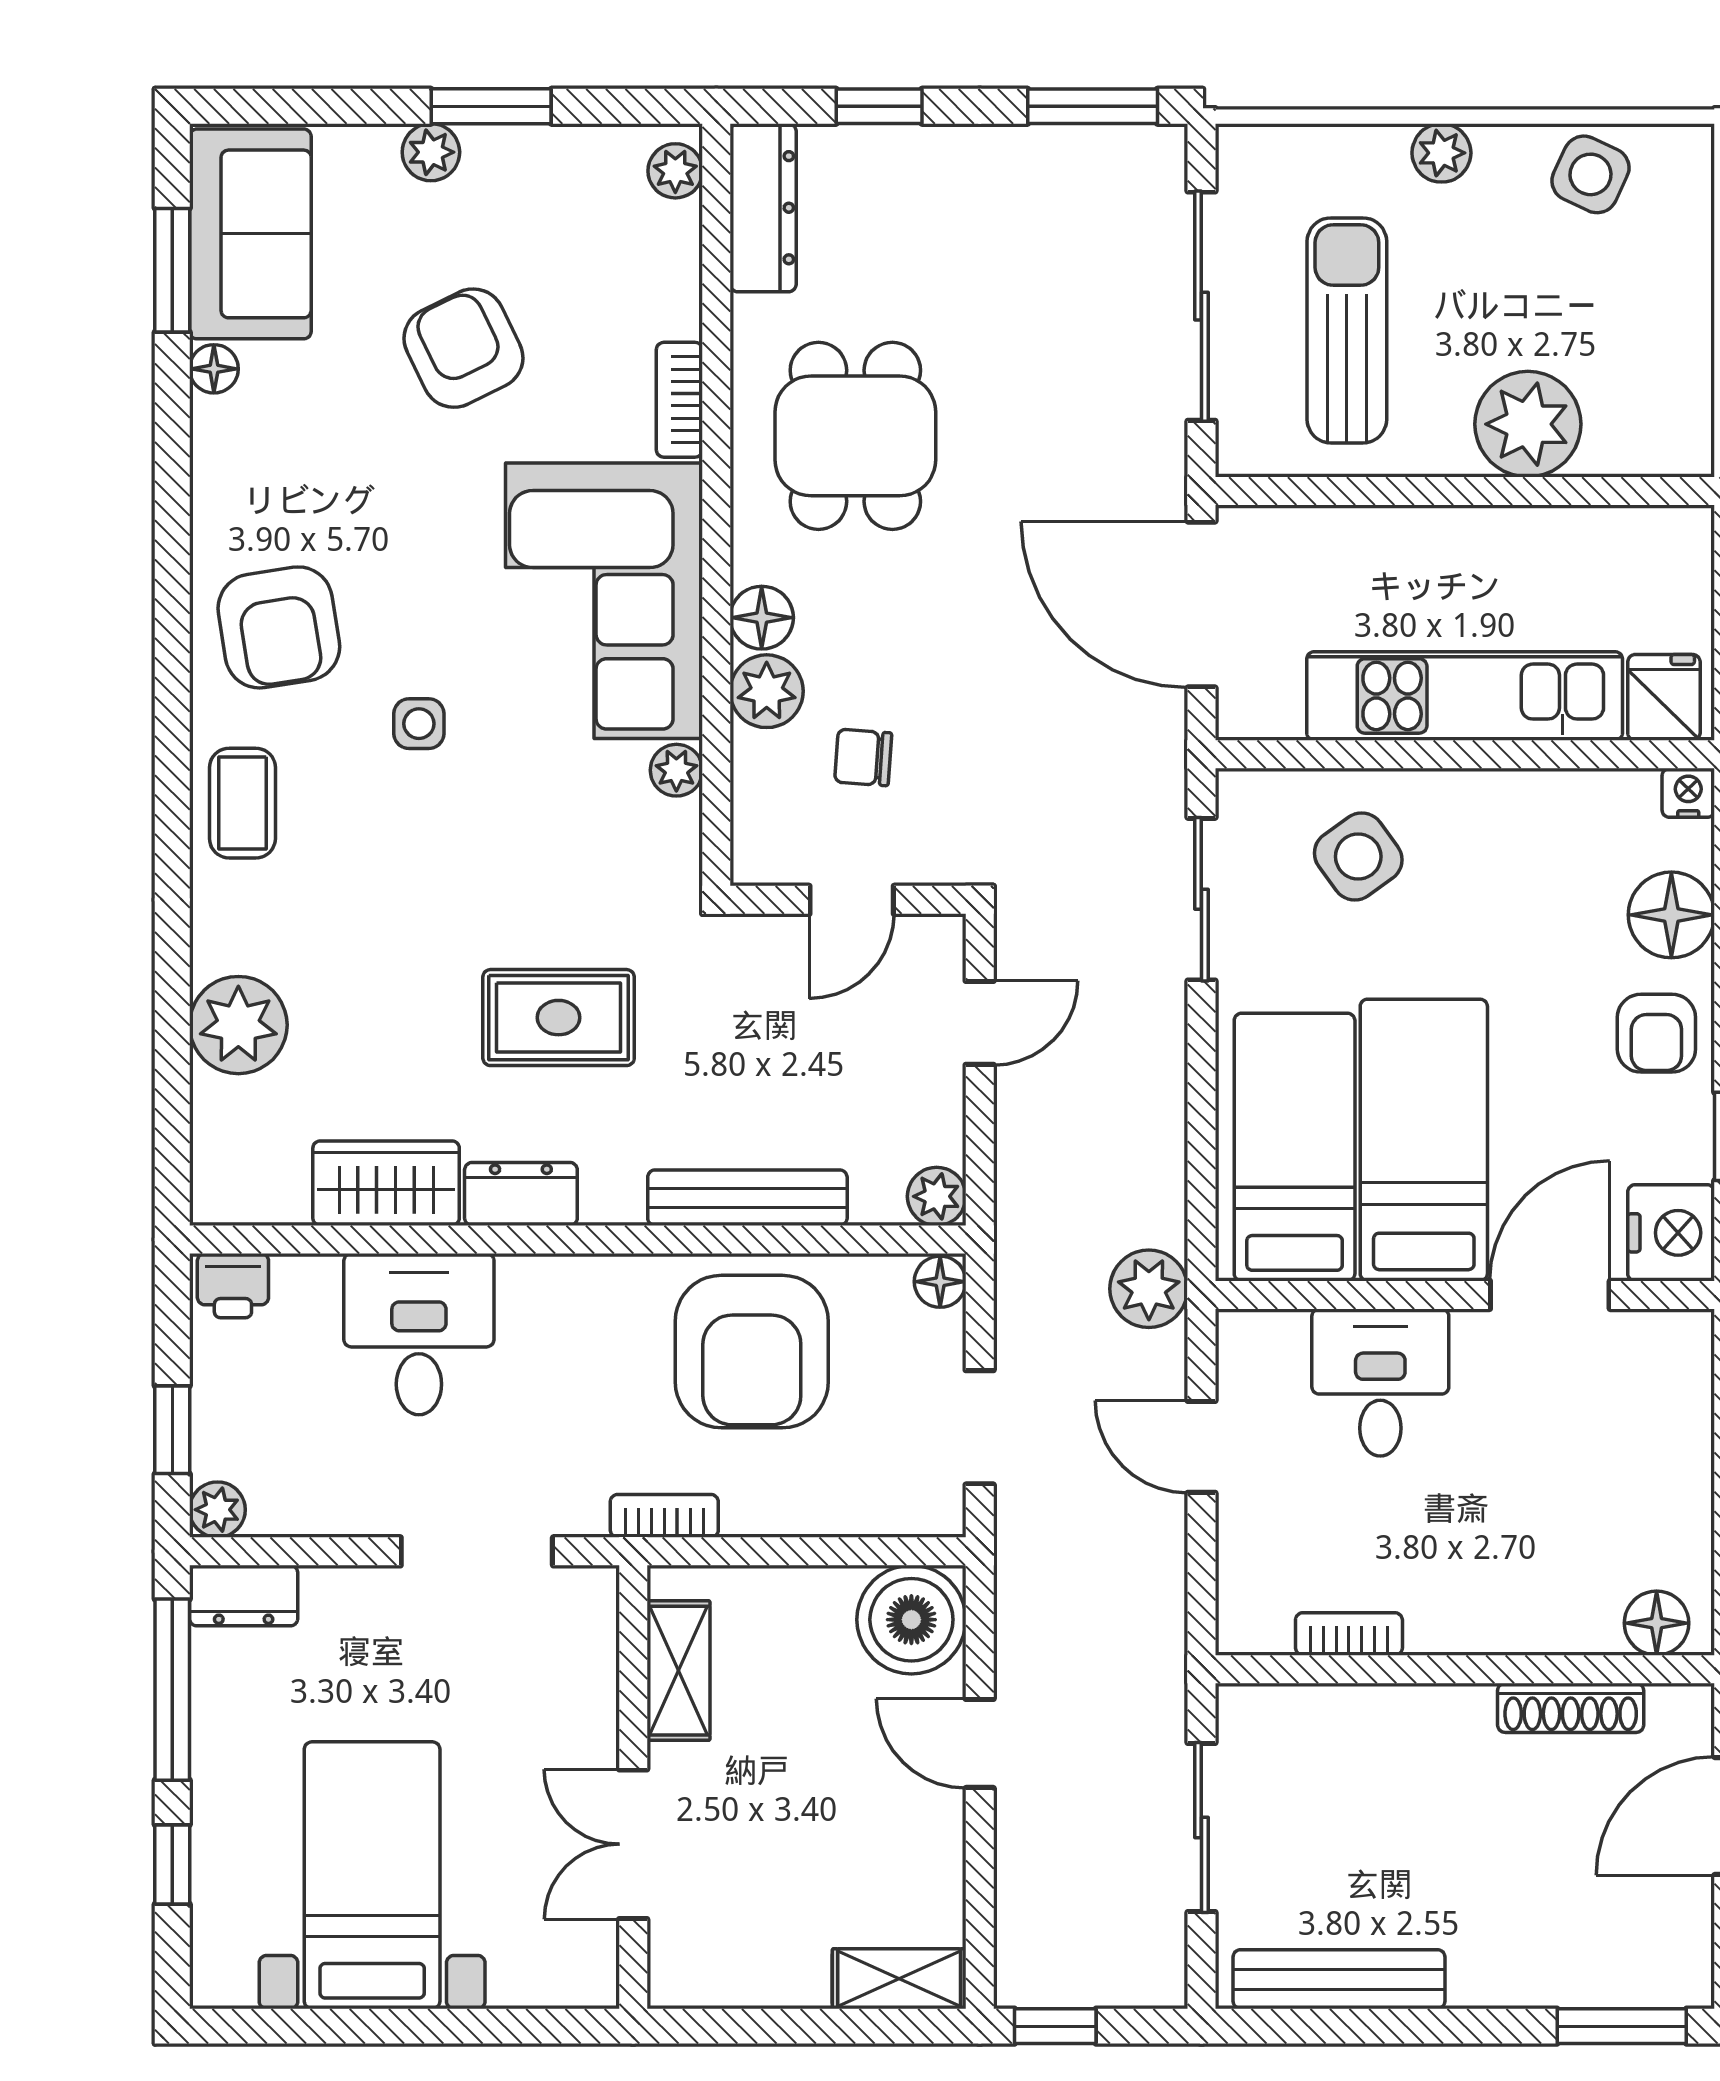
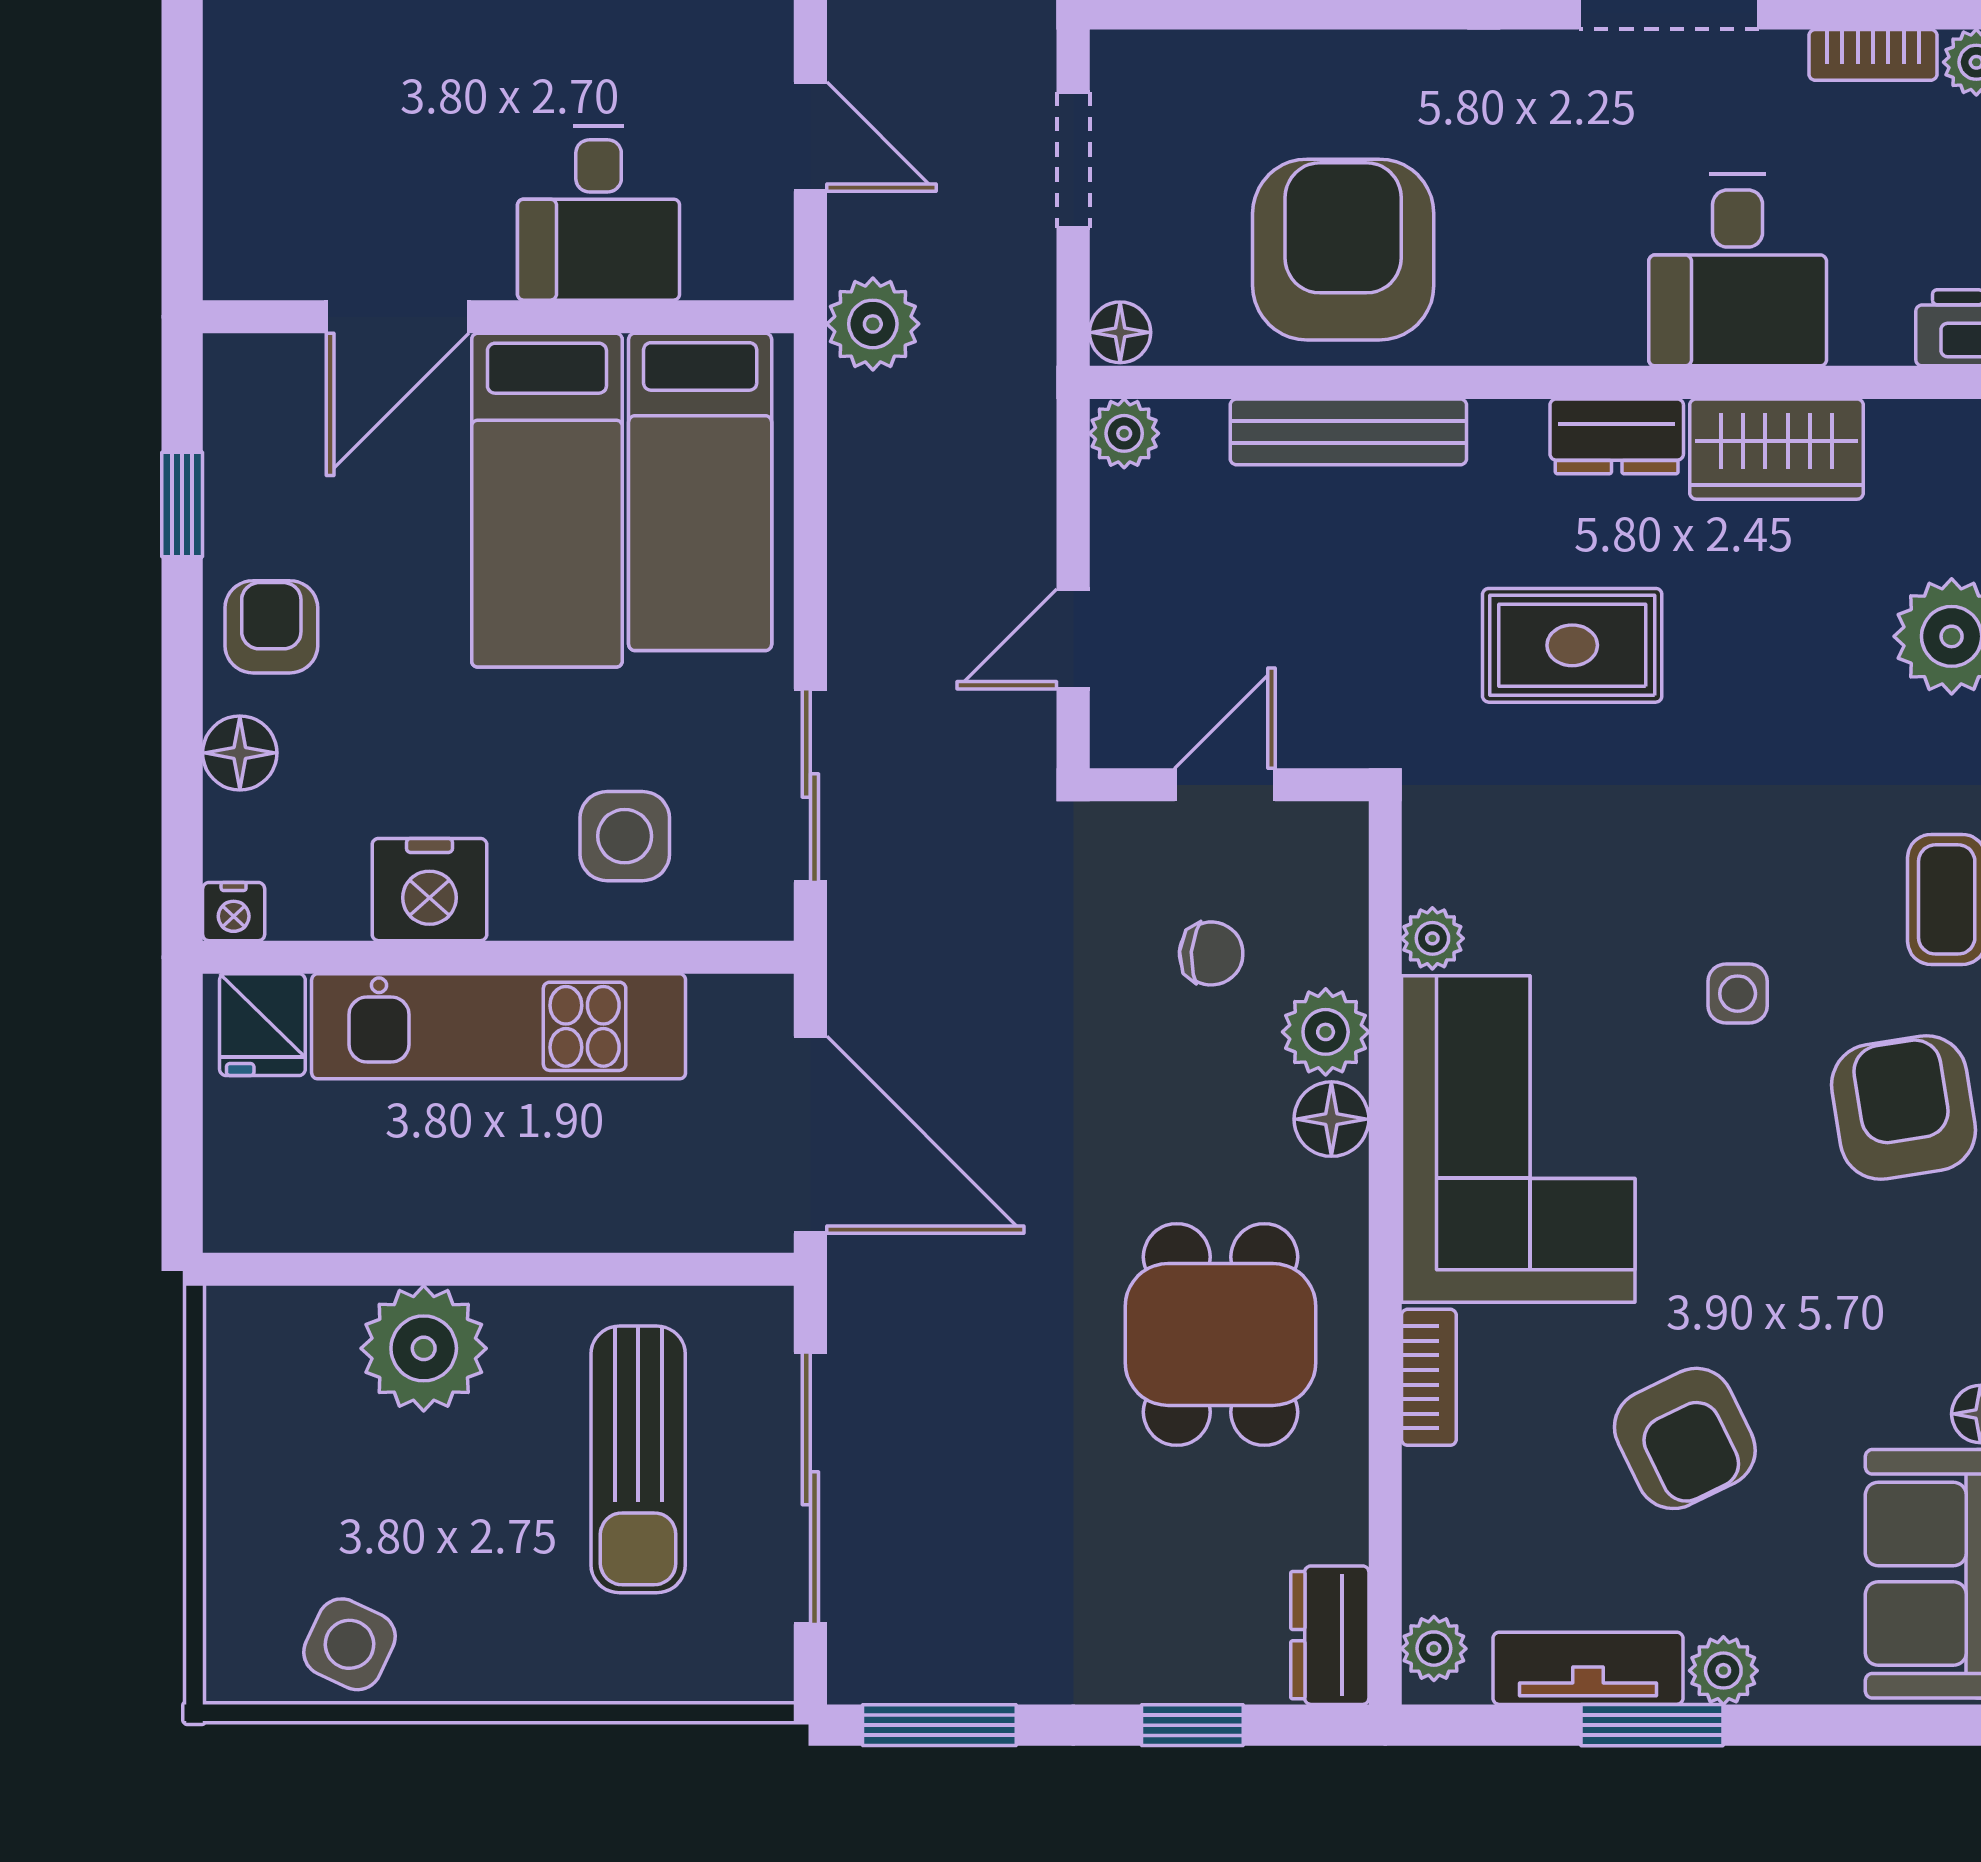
plant: (1441, 153) -> (526, 1670), removed
tv unit: (545, 154) -> (1588, 1668), added
dresser: (763, 208) -> (1330, 1635), width x0.70
side table: (1358, 857) -> (625, 836), turned 36
floor lamp: (1671, 915) -> (240, 753), width x0.73, depth x0.73
nightstand: (1671, 1233) -> (429, 890), moved, turned -90
bookcase: (664, 1516) -> (1873, 55), moved

